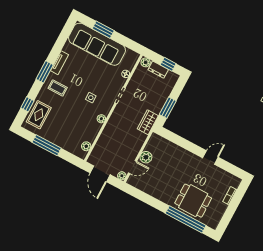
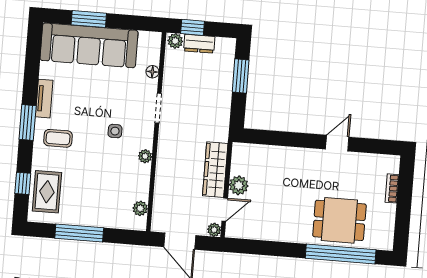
window: (168, 64) -> (192, 27), moved
window: (168, 108) -> (241, 76), moved
wardrobe: (148, 122) -> (215, 170), moved, width x1.50

